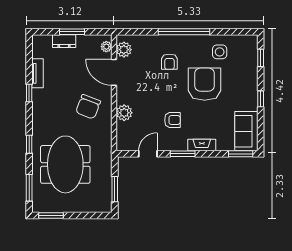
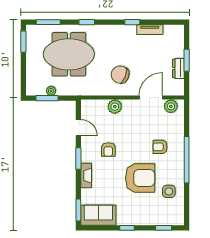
dresser: (64, 41) -> (178, 68), moved
plant: (106, 47) -> (51, 91), moved

